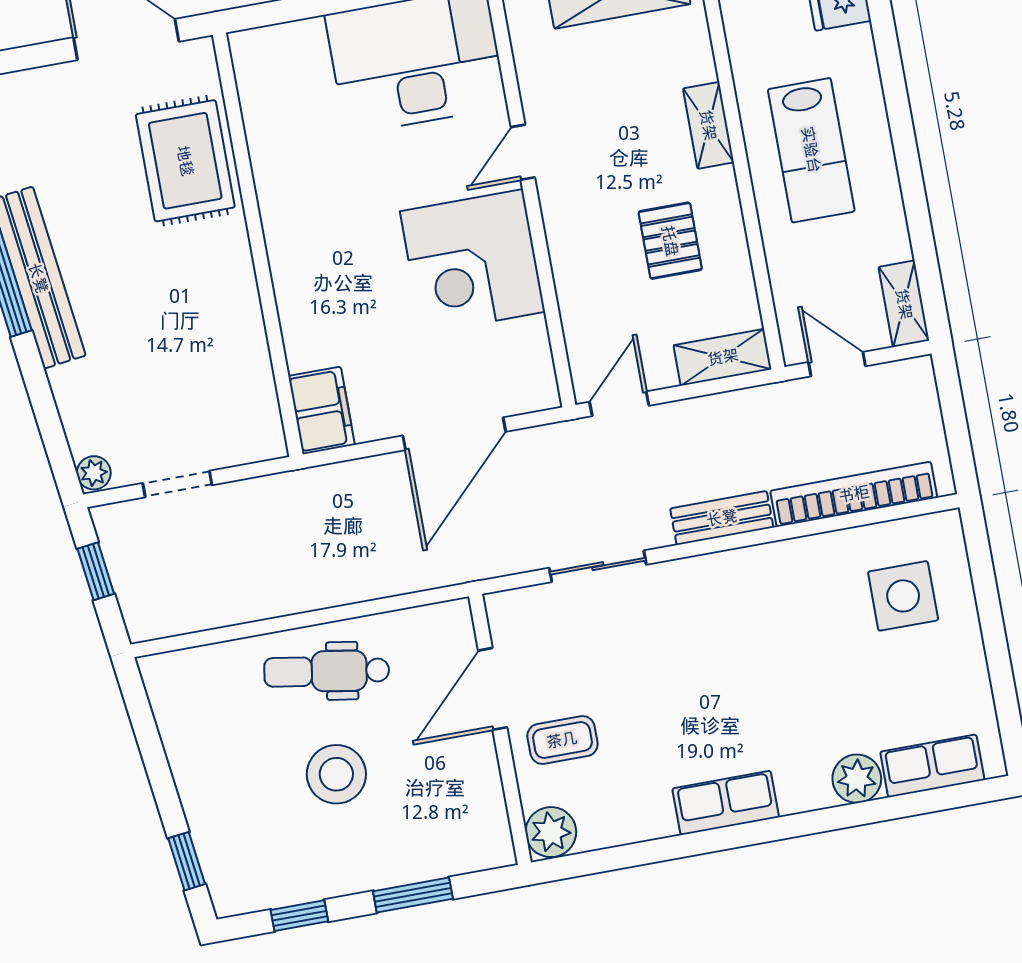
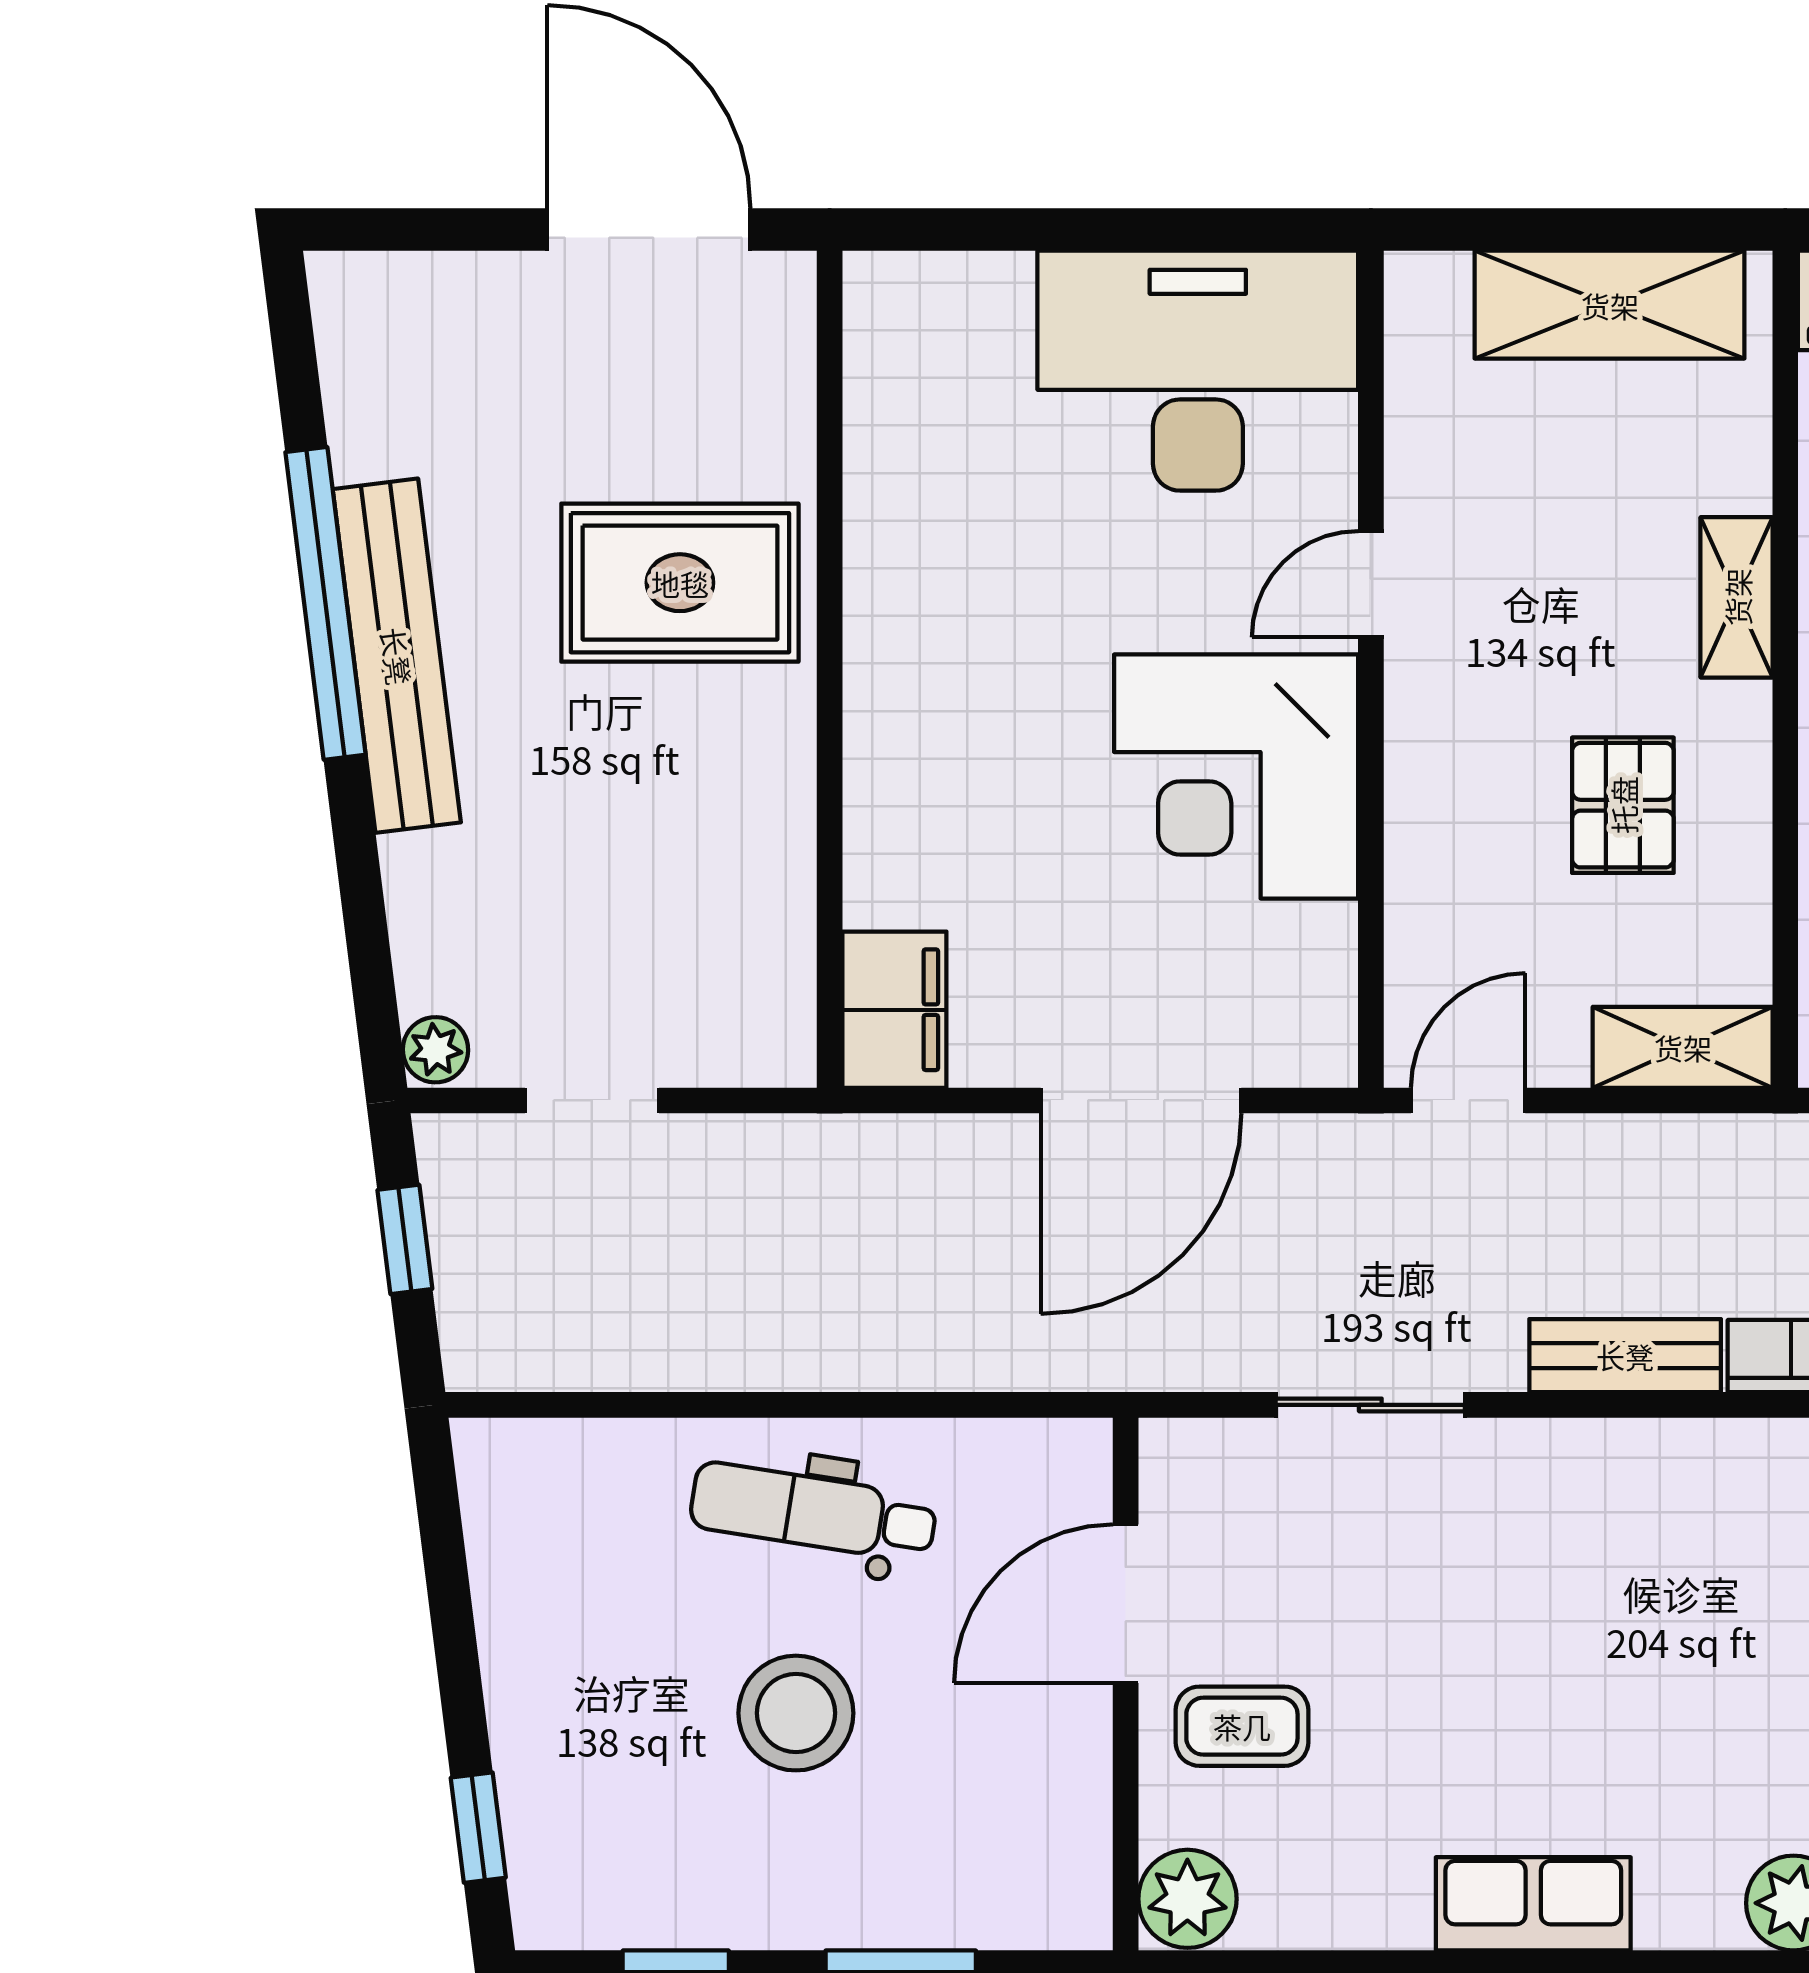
rug: (185, 161) -> (680, 583), moved, turned 90

